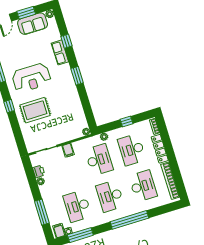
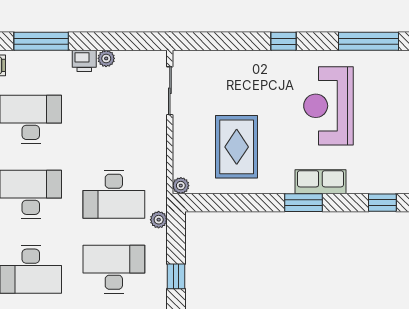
row of seats: (60, 52) -> (320, 182), moved
rug: (35, 110) -> (237, 147), moved
filing cabinet: (68, 150) -> (154, 136), removed
printer: (39, 171) -> (84, 61), moved

